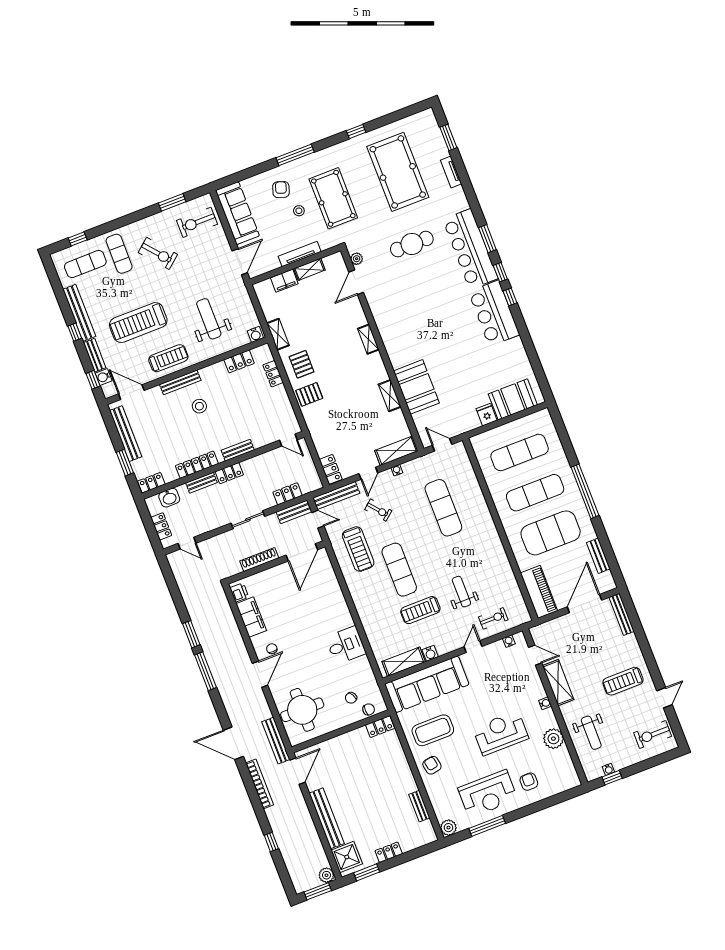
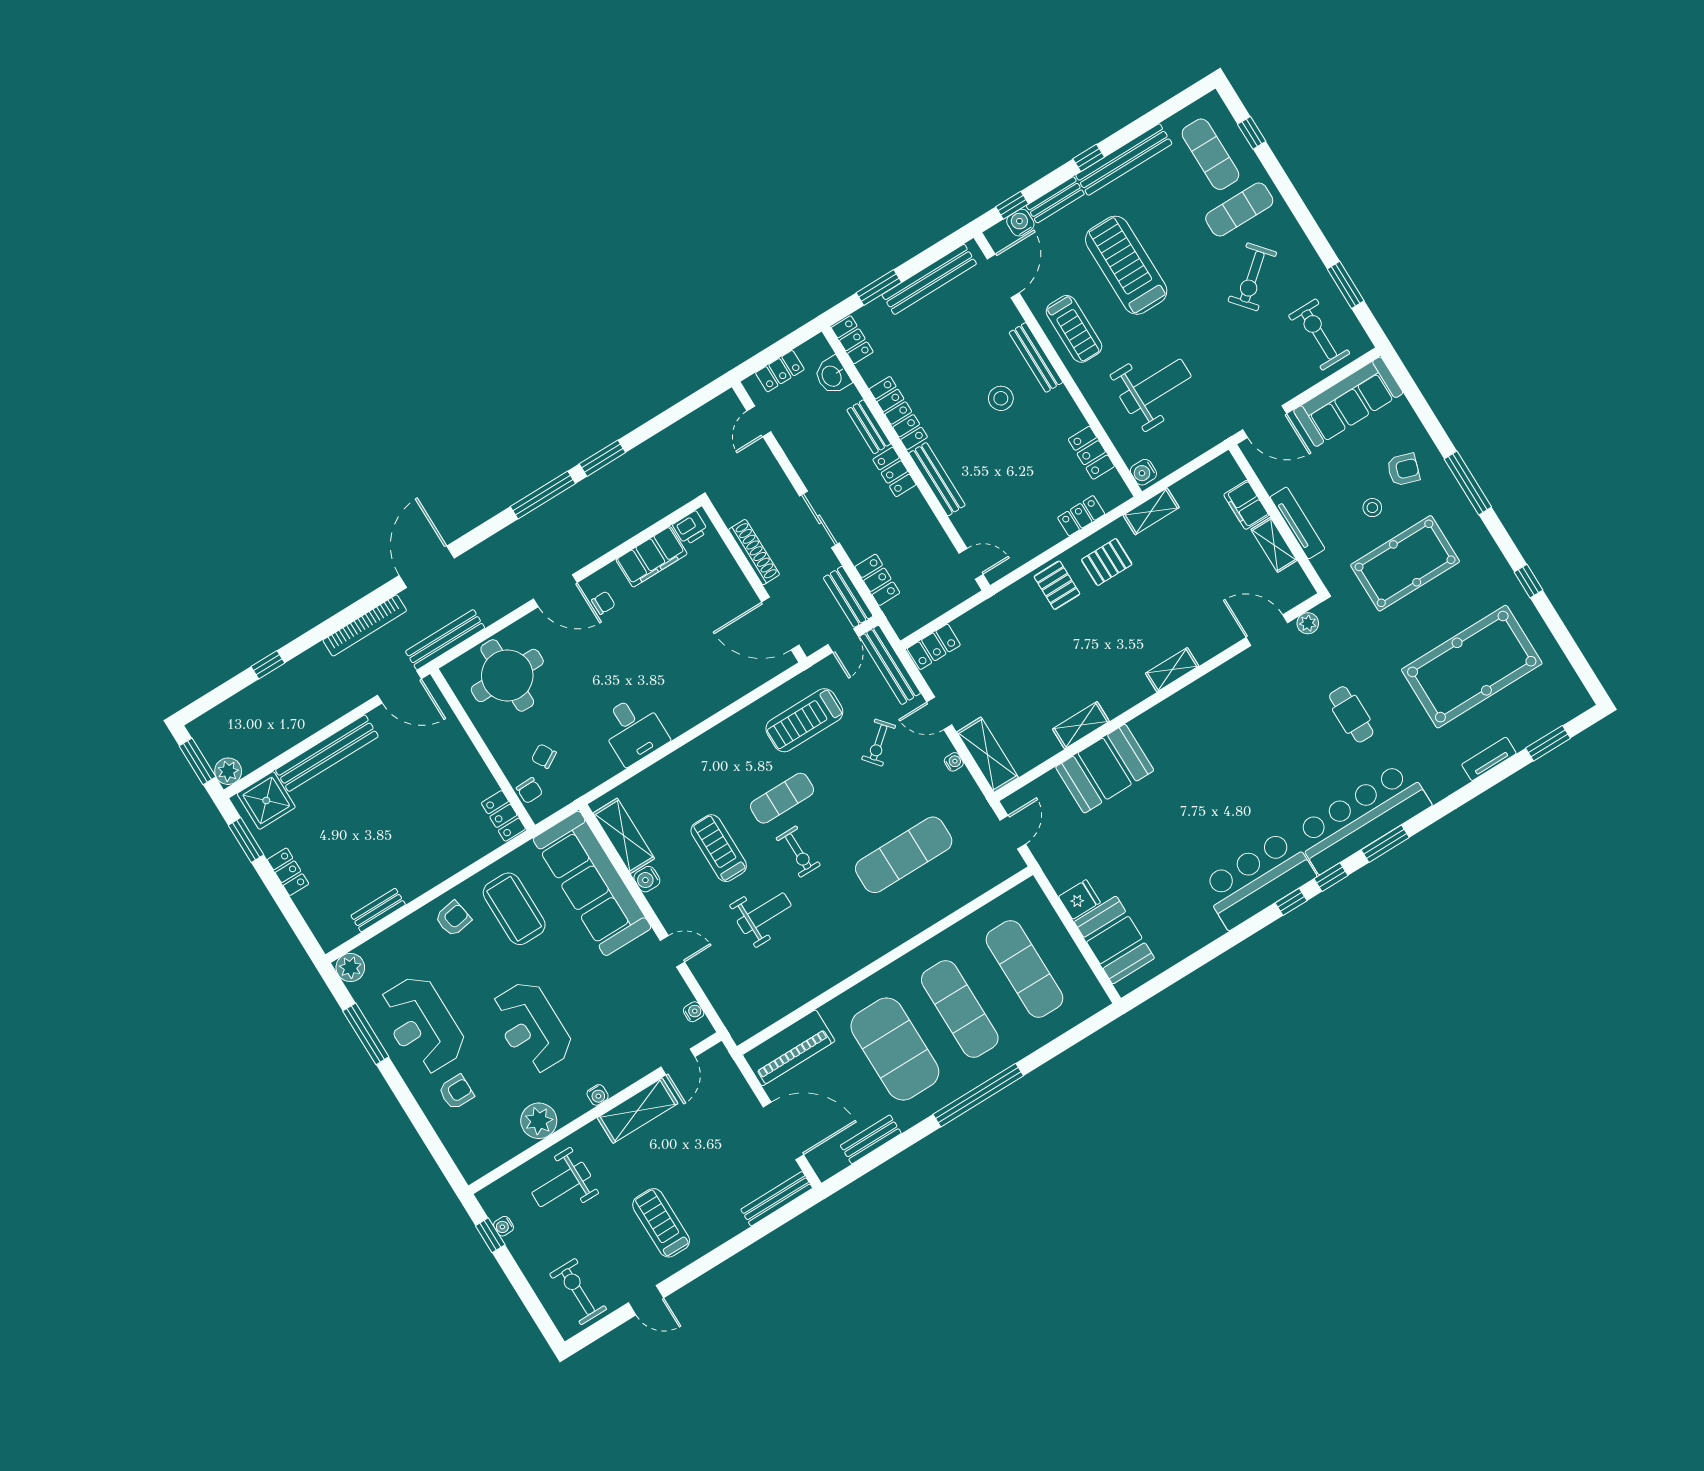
cafe table: (412, 244) -> (1351, 714), width x0.73, depth x0.74
door: (288, 440) -> (971, 564), swing flipped
bench: (238, 450) -> (937, 479), width x1.36
exercise mat: (399, 570) -> (782, 798), width x0.73, depth x0.69
exercise bike: (493, 618) -> (798, 852), moved
reception desk: (501, 733) -> (531, 1027), turned 180

